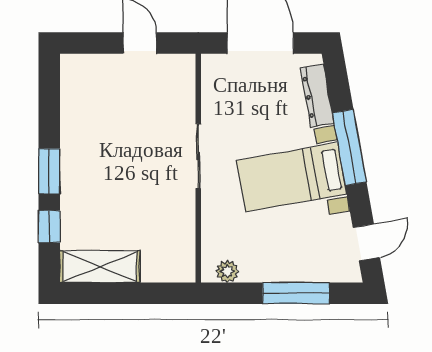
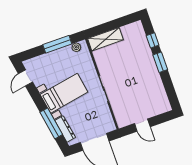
window: (349, 147) -> (51, 123), moved
shelving: (100, 267) -> (106, 39), moved
window: (296, 293) -> (57, 44), moved

